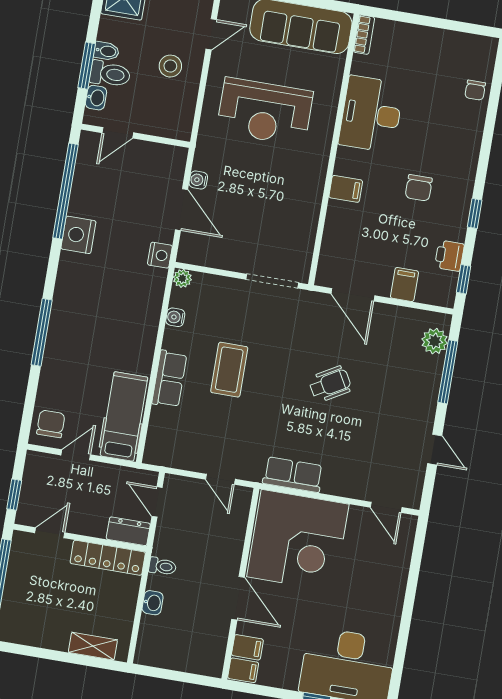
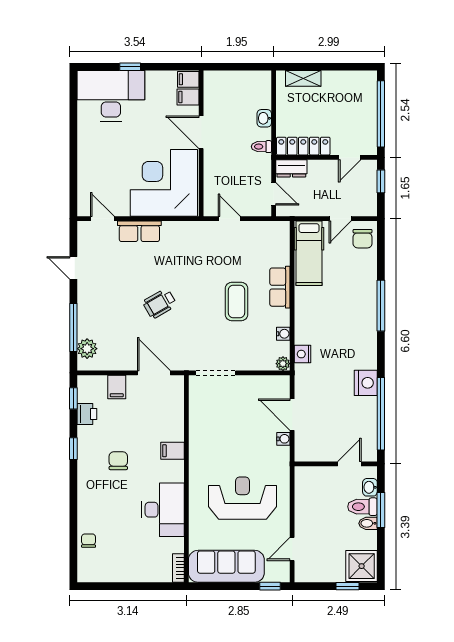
stool: (170, 66) -> (319, 520), removed
nightstand: (160, 255) -> (303, 354), moved
row of seats: (293, 475) -> (139, 231), moved

